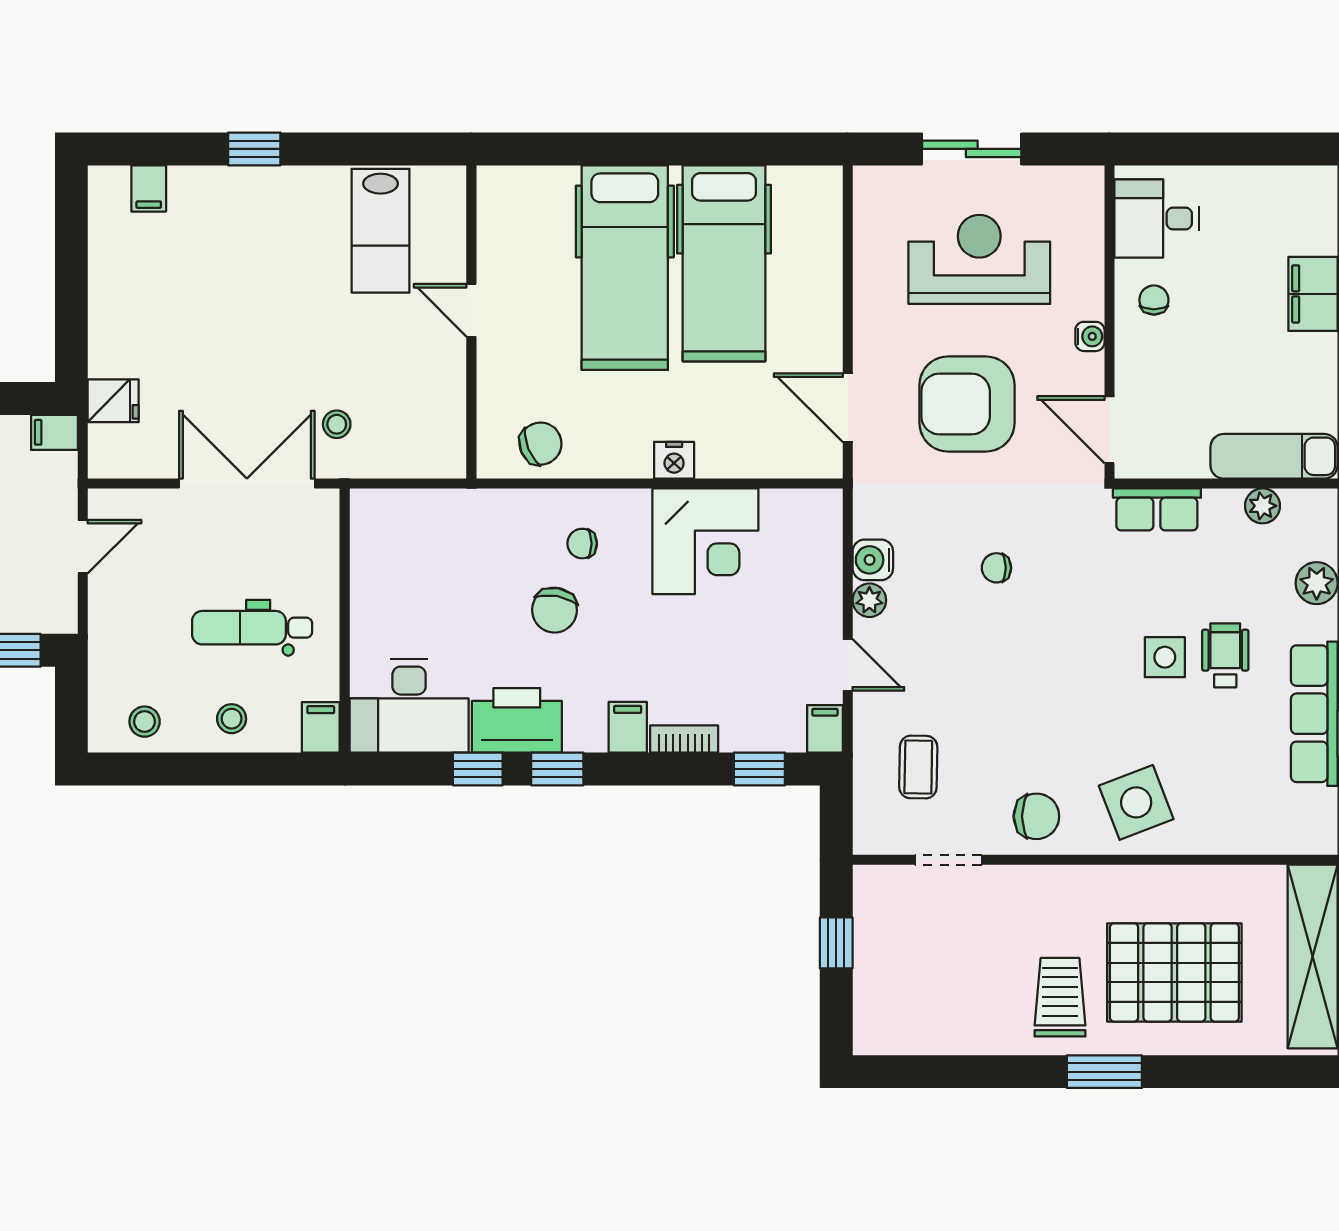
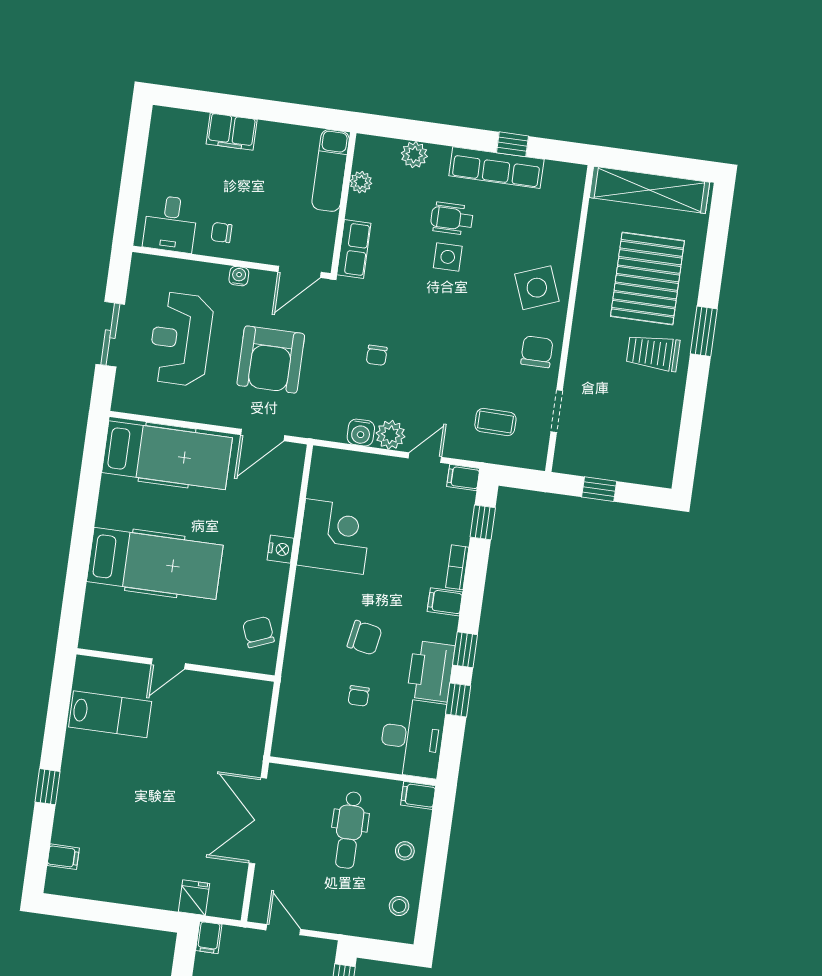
hospital bed: (724, 263) -> (167, 455), moved
stool: (337, 424) -> (228, 759), removed
chair: (582, 544) -> (359, 696), moved
plant: (869, 600) -> (391, 435), width x1.38, depth x1.38

